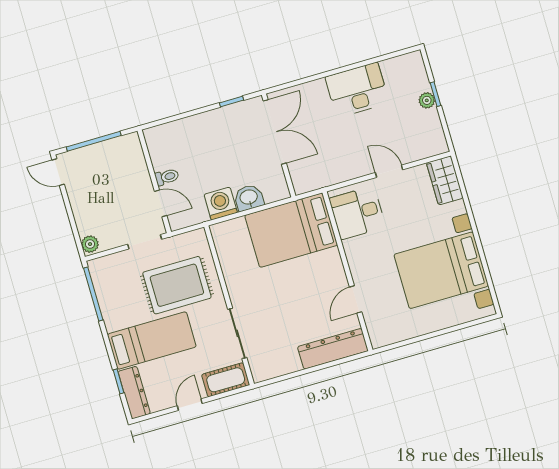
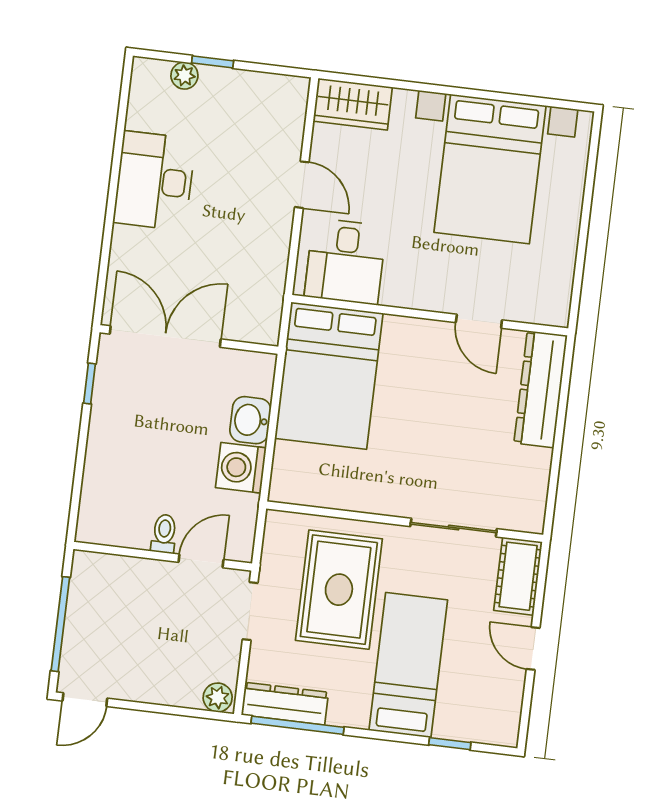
plant: (427, 100) -> (184, 76), moved
door: (389, 171) -> (302, 185), swing flipped
dresser: (134, 393) -> (285, 704), moved

